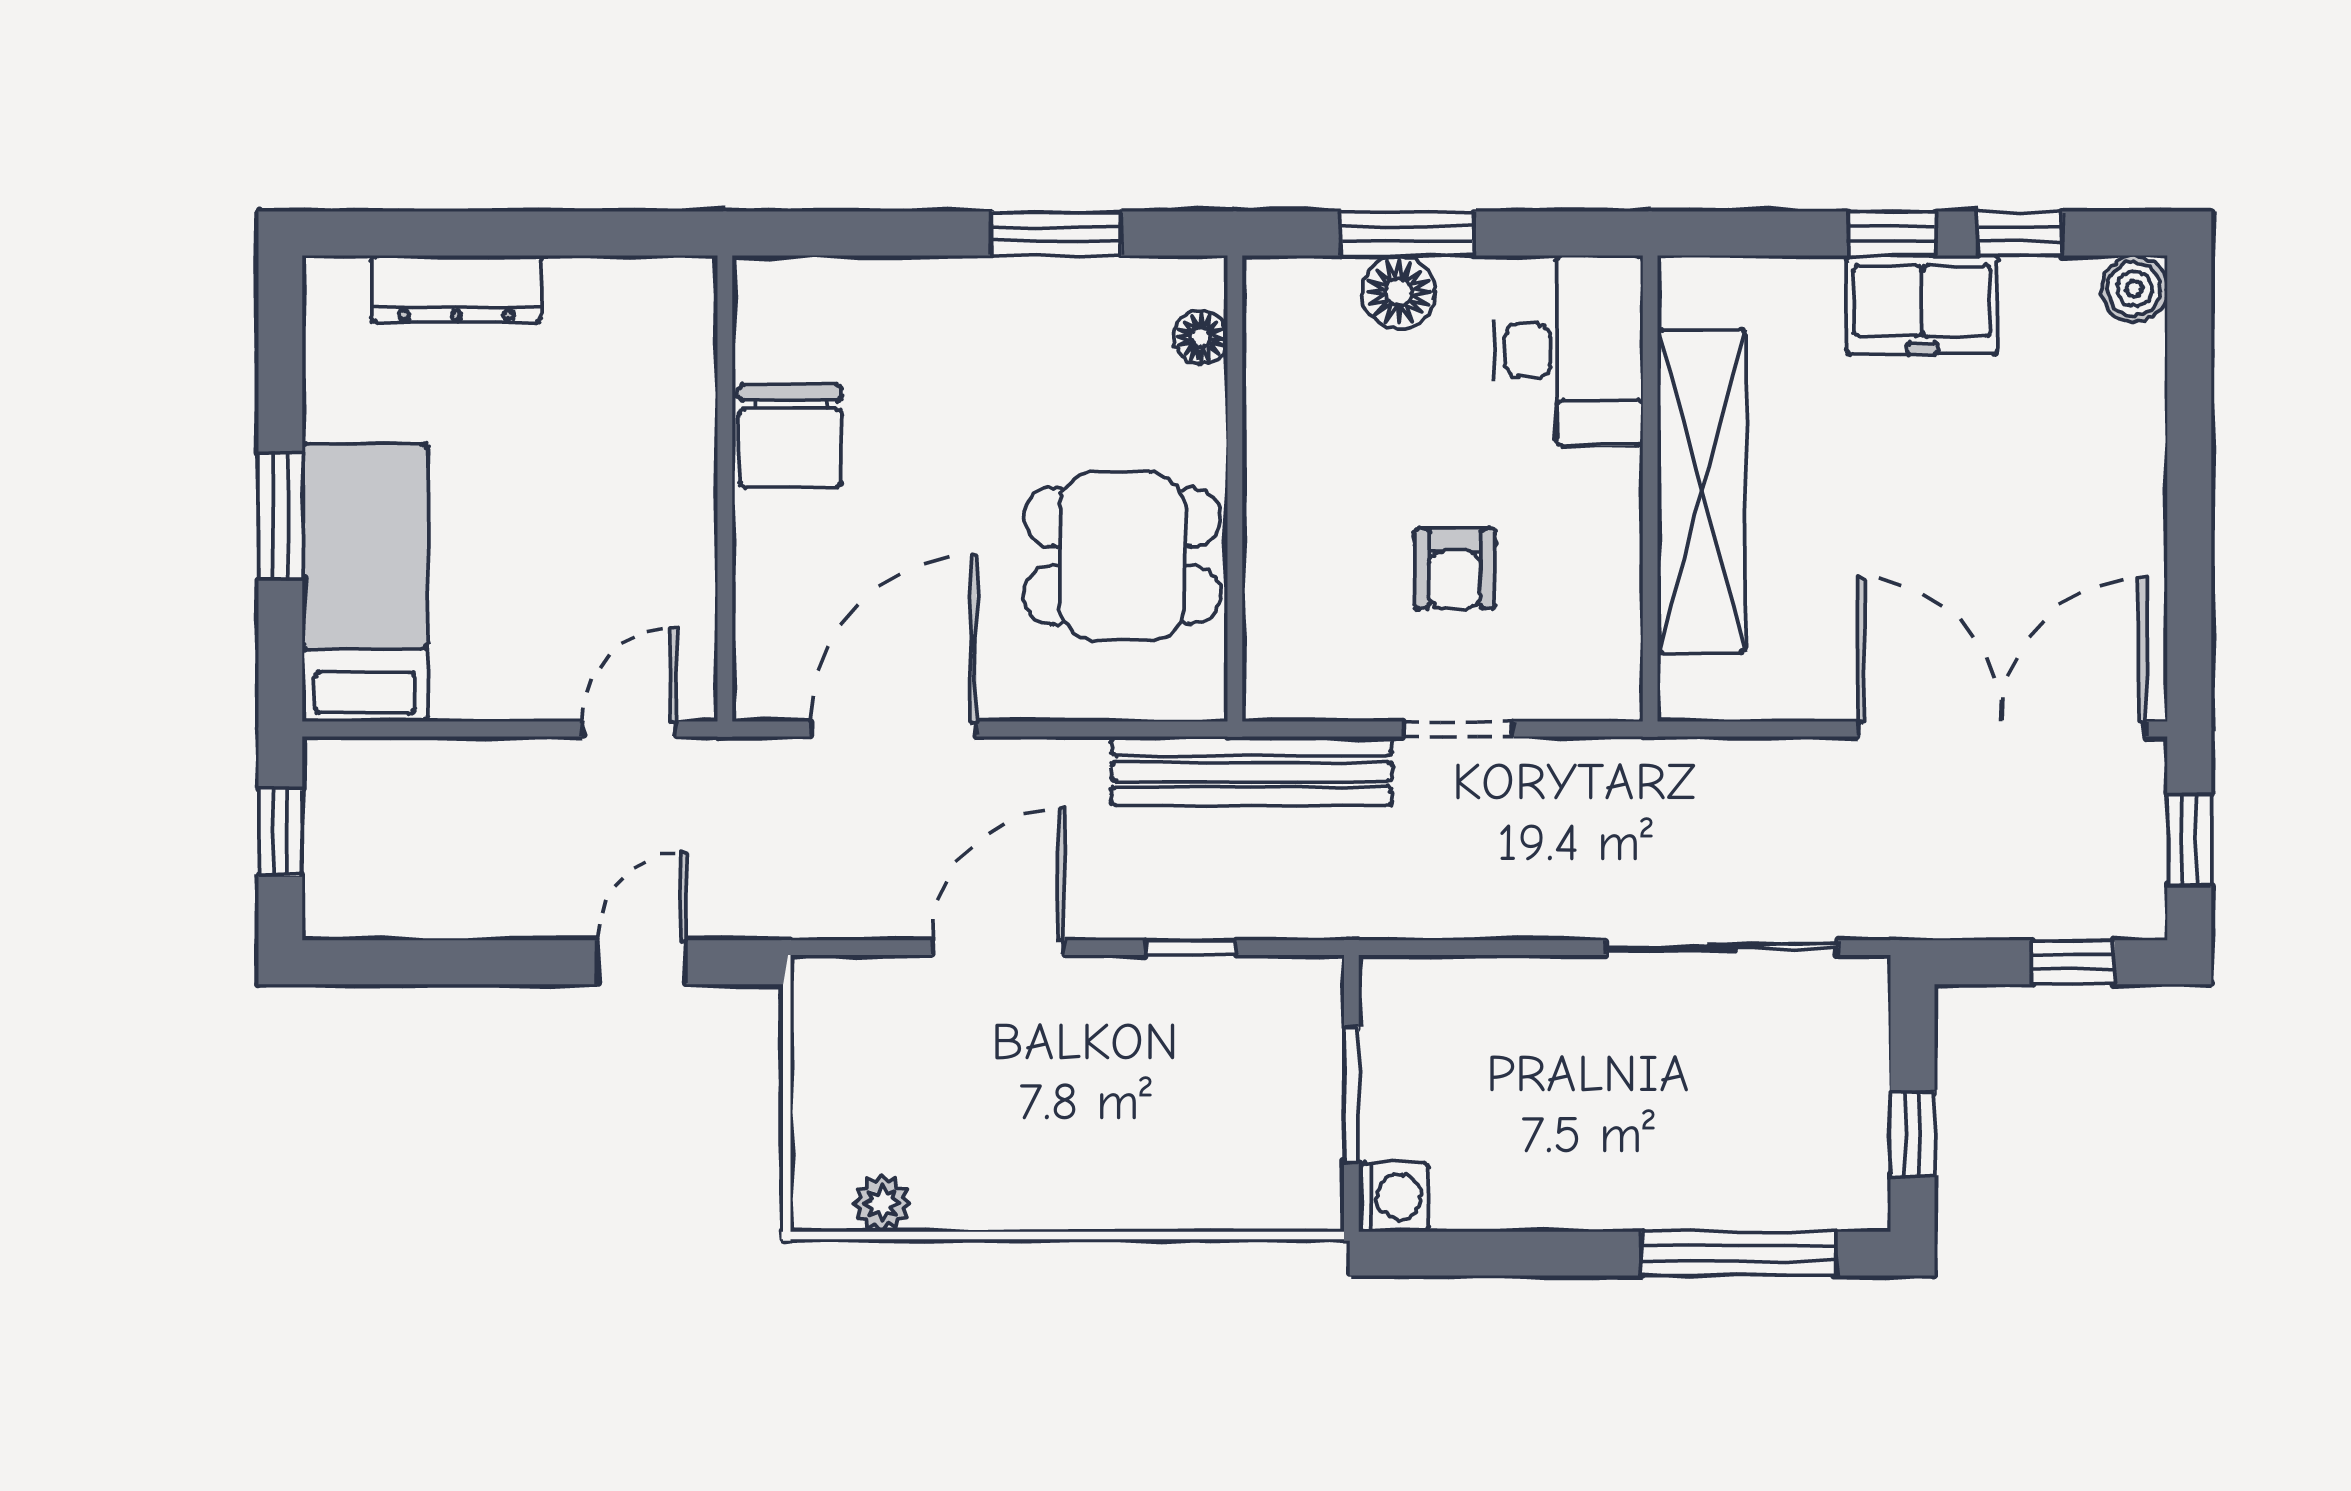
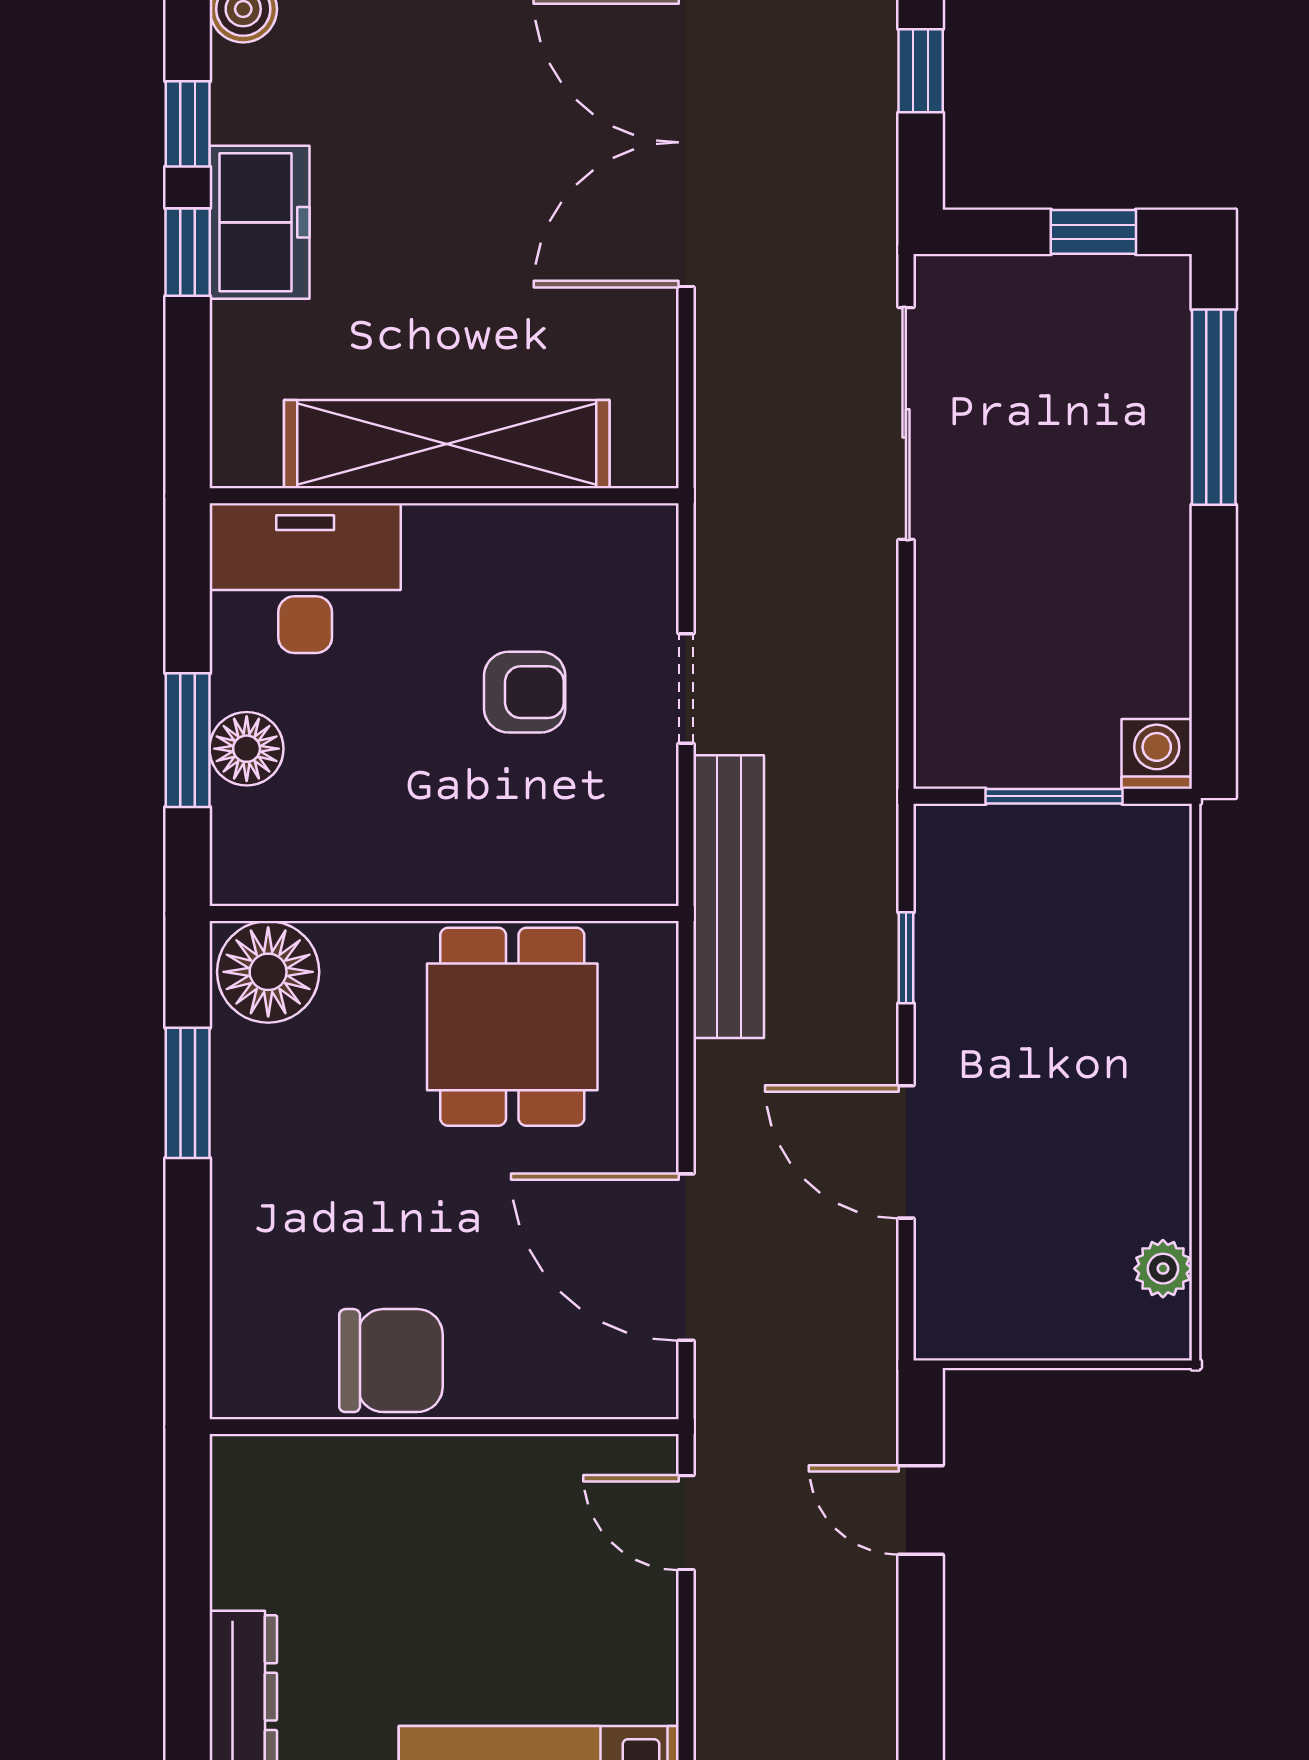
floor lamp: (1201, 337) -> (268, 972), width x1.89, depth x1.89

